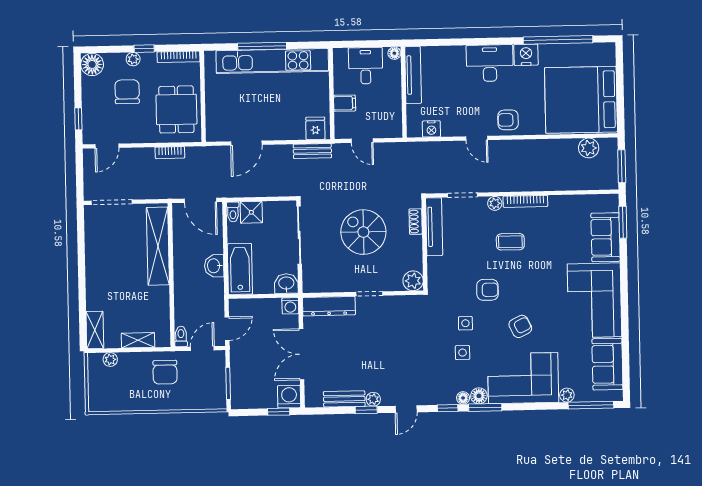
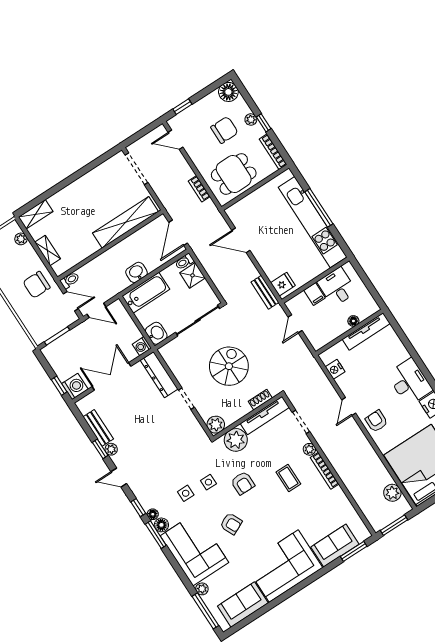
floor lamp: (394, 53) -> (353, 321), moved
desk: (366, 66) -> (337, 287), moved, turned -90
plant: (440, 270) -> (236, 440), added

